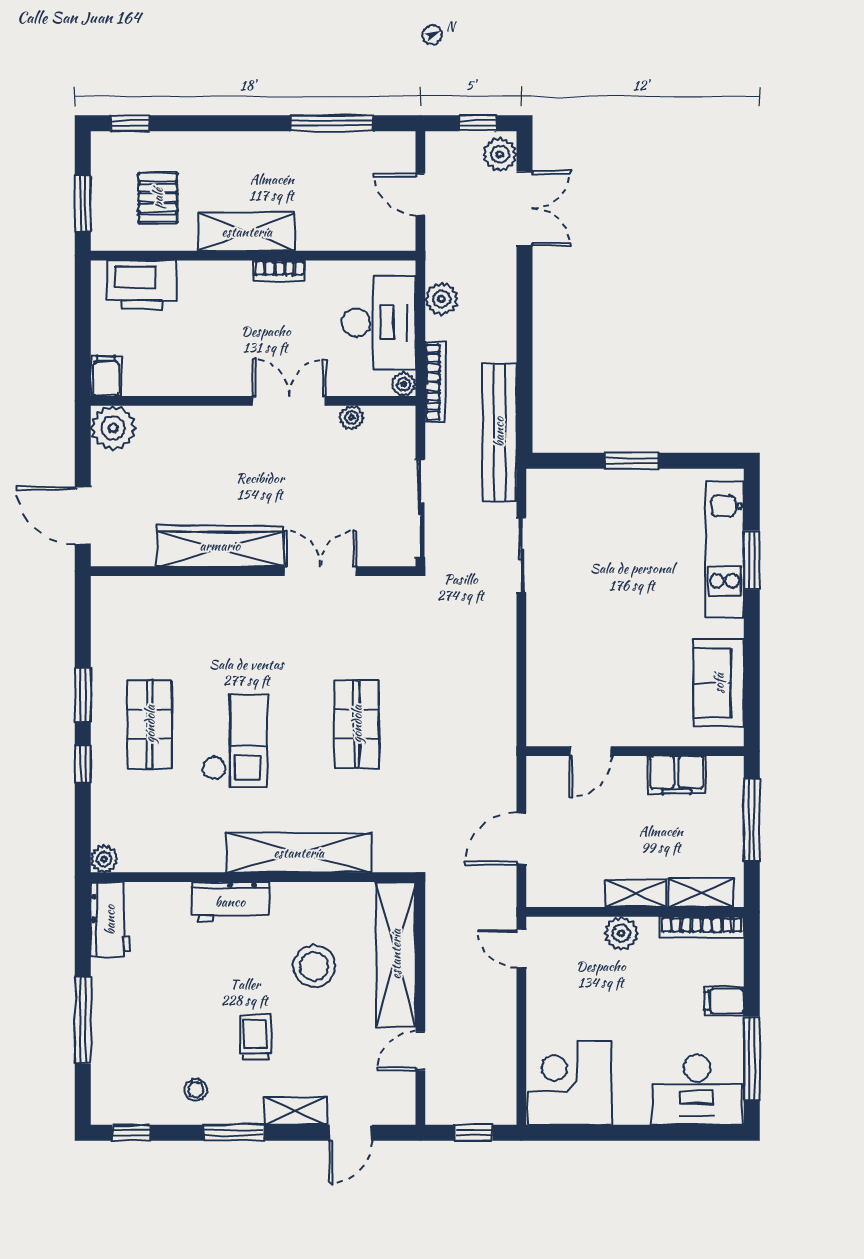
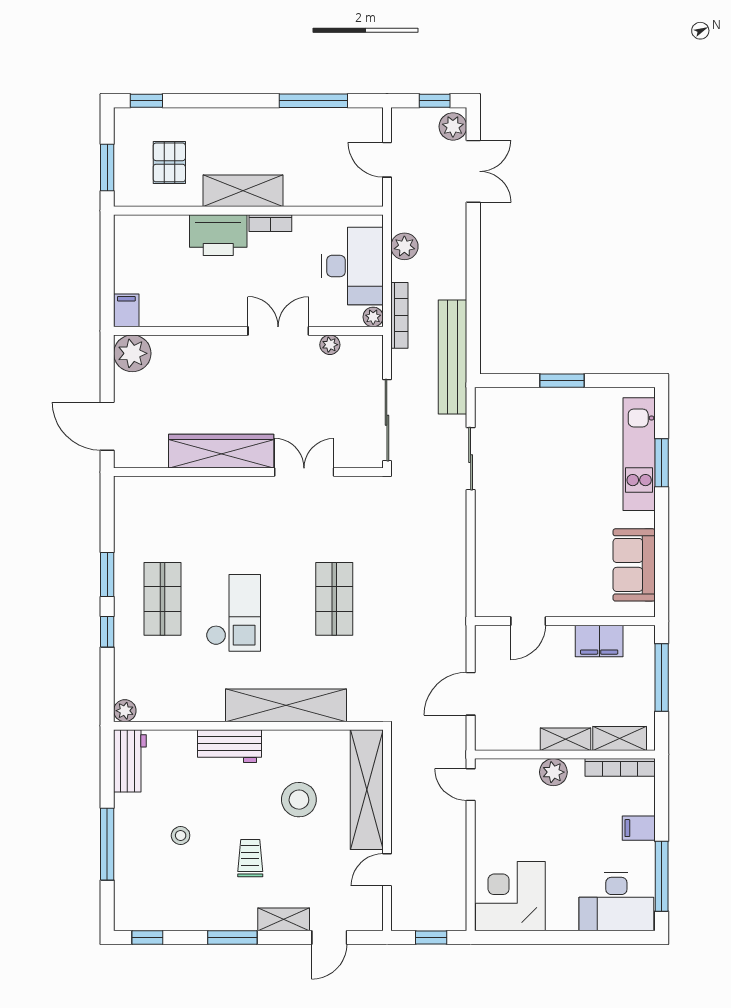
printer: (142, 285) -> (218, 235), moved
stool: (196, 1090) -> (181, 836), moved

